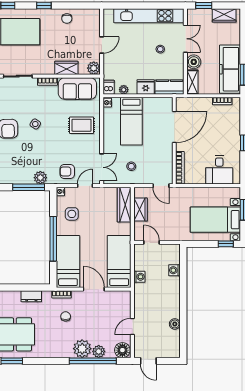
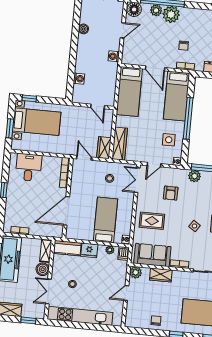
armchair: (67, 171) -> (171, 193), moved, turned 90
wardrobe: (141, 210) -> (104, 148), moved
washing machine: (139, 277) -> (114, 56), moved

